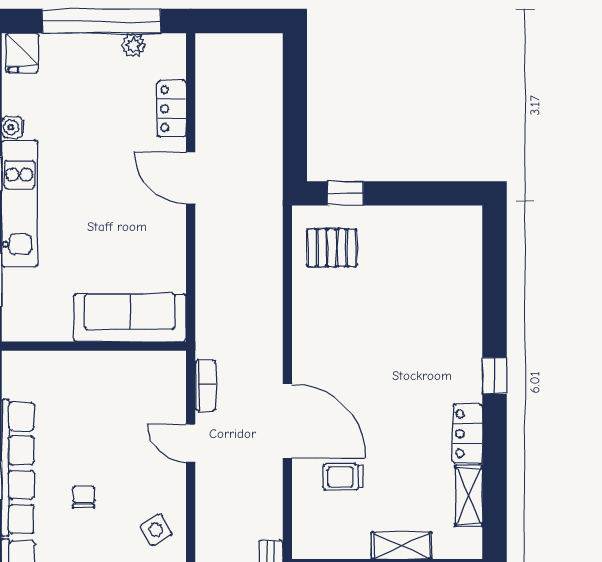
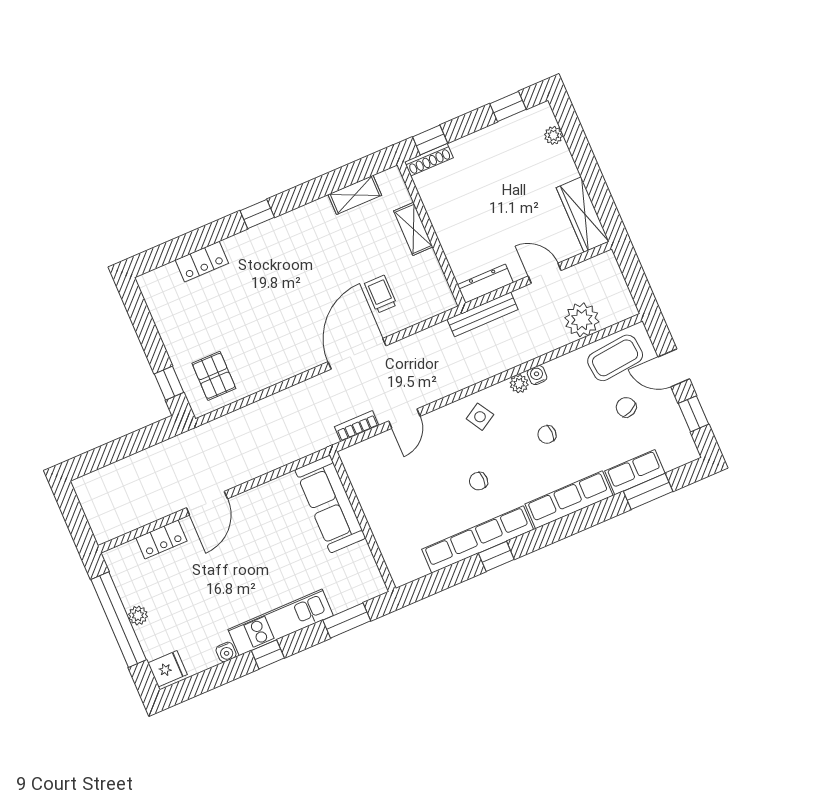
plant: (134, 45) -> (138, 615), moved
locker: (467, 434) -> (202, 262), moved
trolley: (343, 477) -> (381, 294), turned 180

